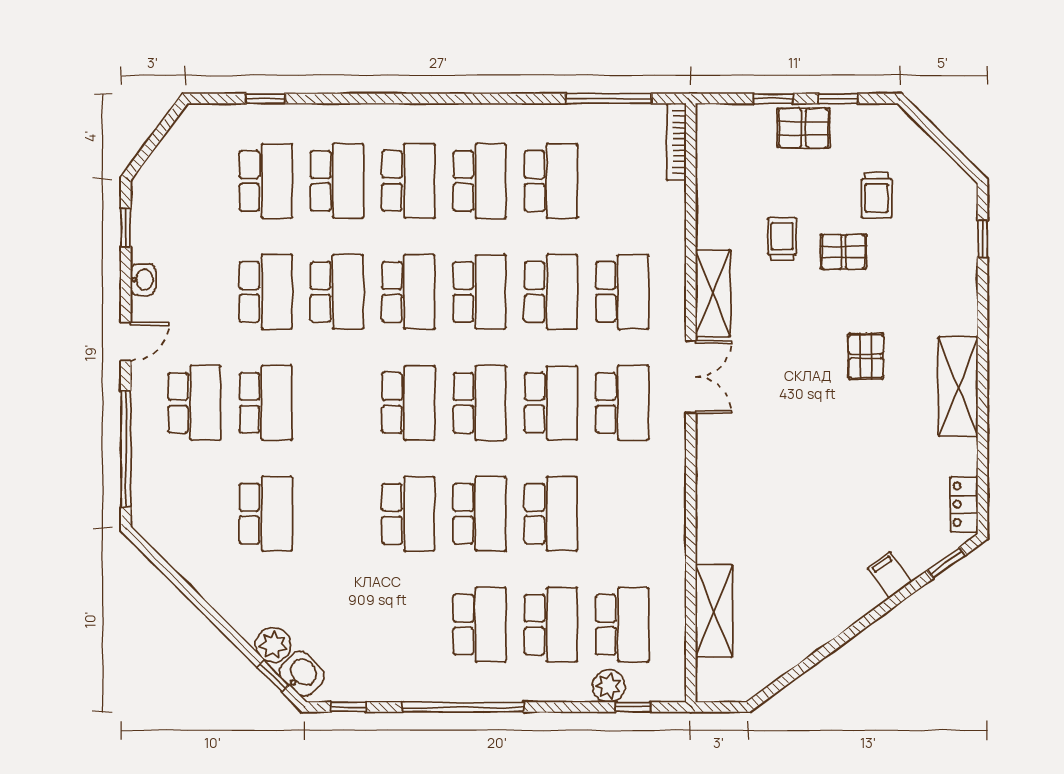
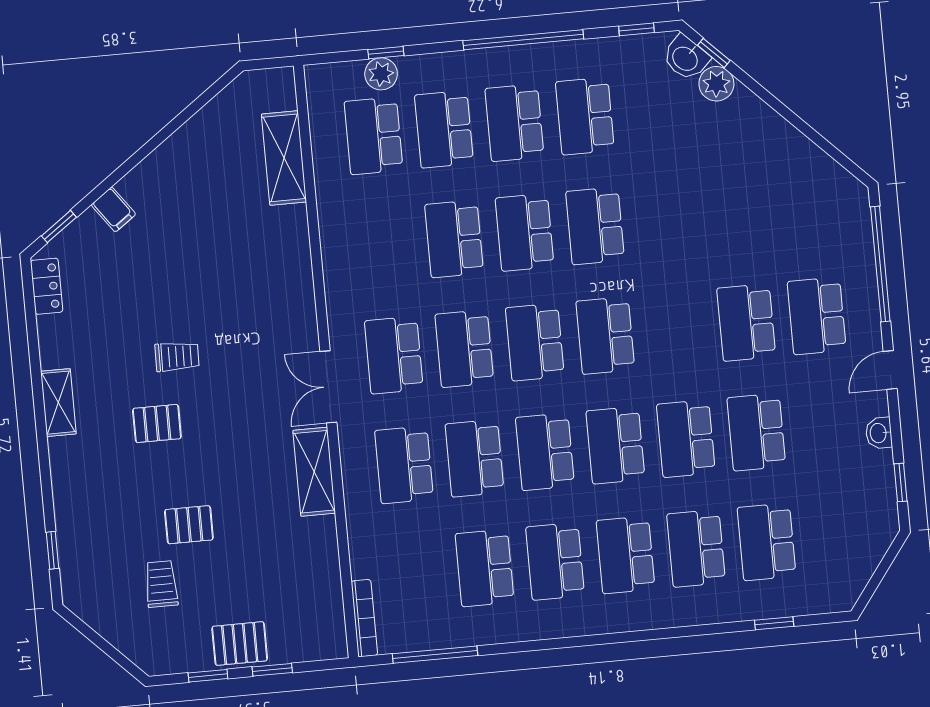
trolley: (782, 239) -> (177, 356), moved, turned -89
pallet: (866, 356) -> (157, 423), turned 90
shelving: (958, 386) -> (58, 403), width x0.67, depth x0.75
school desk: (266, 514) -> (585, 116), moved
window: (633, 707) -> (386, 53), moved

